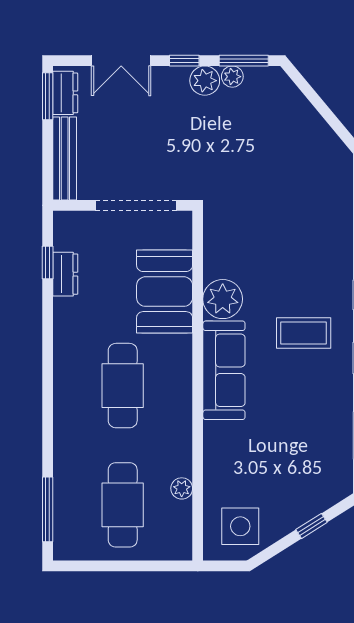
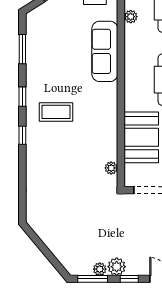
plant: (223, 299) -> (111, 168), moved, width x0.53, depth x0.53
sofa: (224, 370) -> (105, 51), moved

